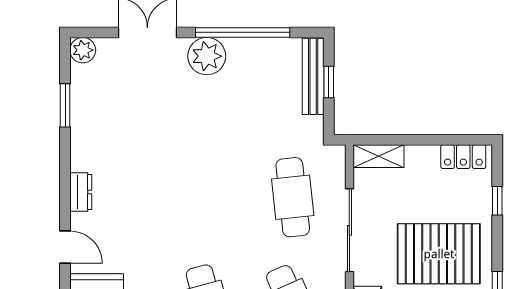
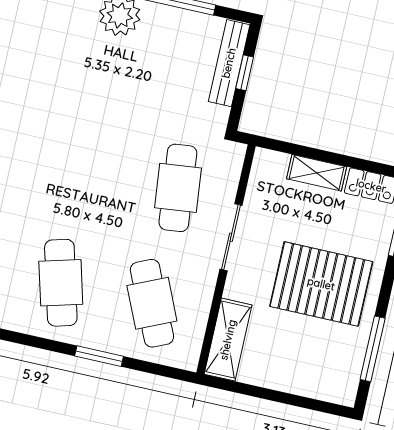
shelving: (378, 156) -> (317, 173), moved
sliding door: (349, 230) -> (231, 237), width x0.73

